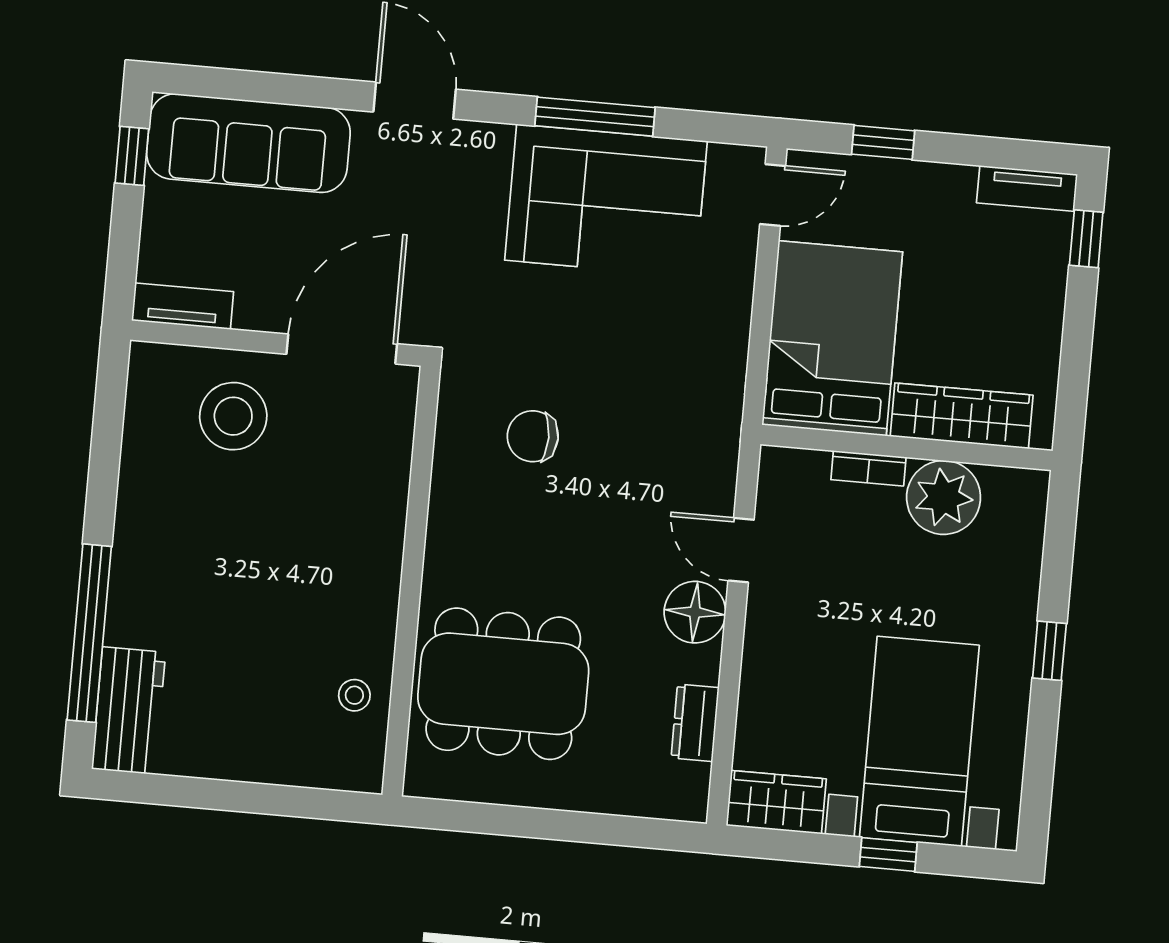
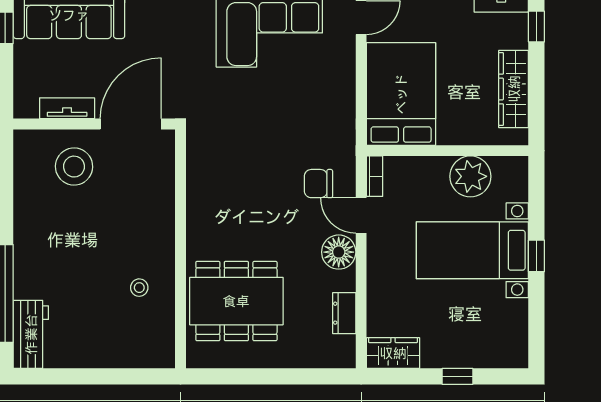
tv unit: (183, 306) -> (67, 108), moved
wardrobe: (962, 416) -> (514, 89), moved, turned -90
chair: (533, 436) -> (318, 184), moved
bookcase: (869, 468) -> (375, 176), moved, turned -90
stool: (354, 695) -> (139, 288), moved
bed with nightstands: (919, 741) -> (472, 250), moved, turned -90

